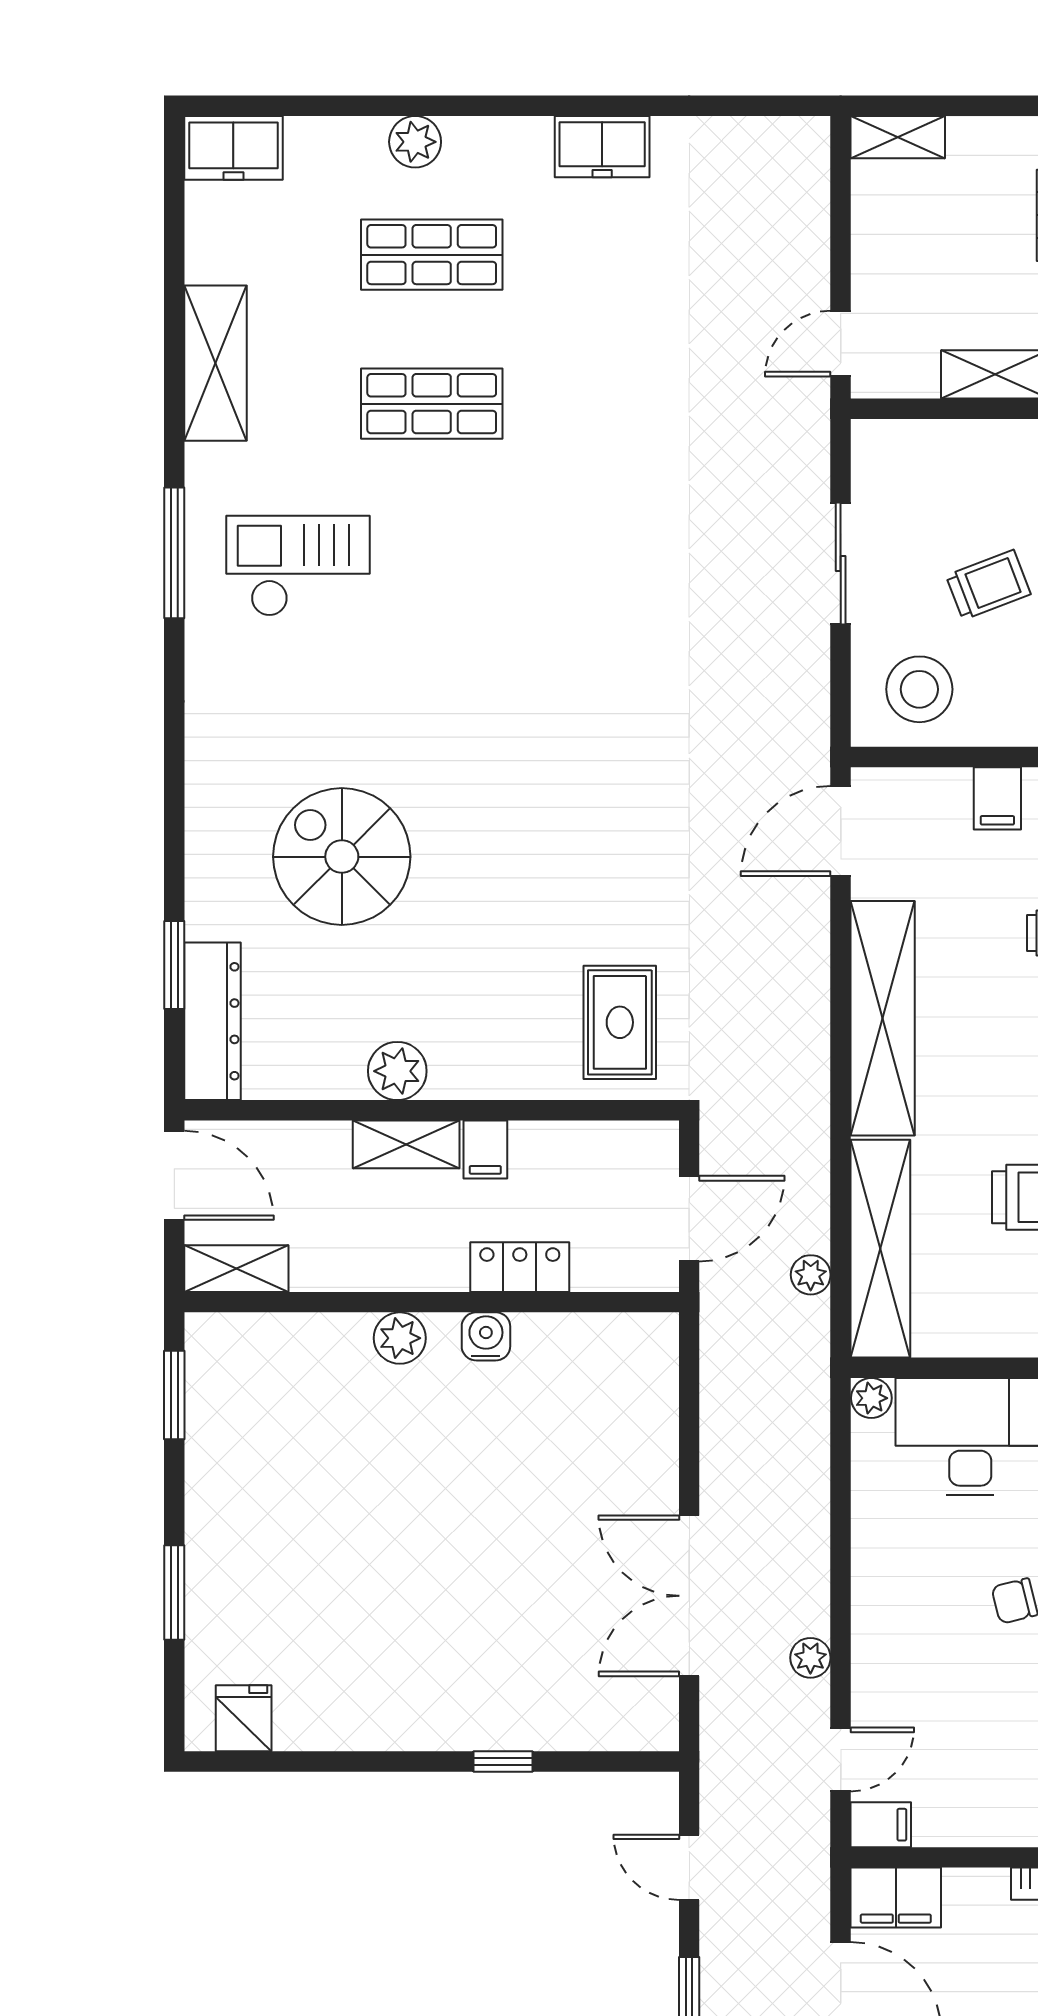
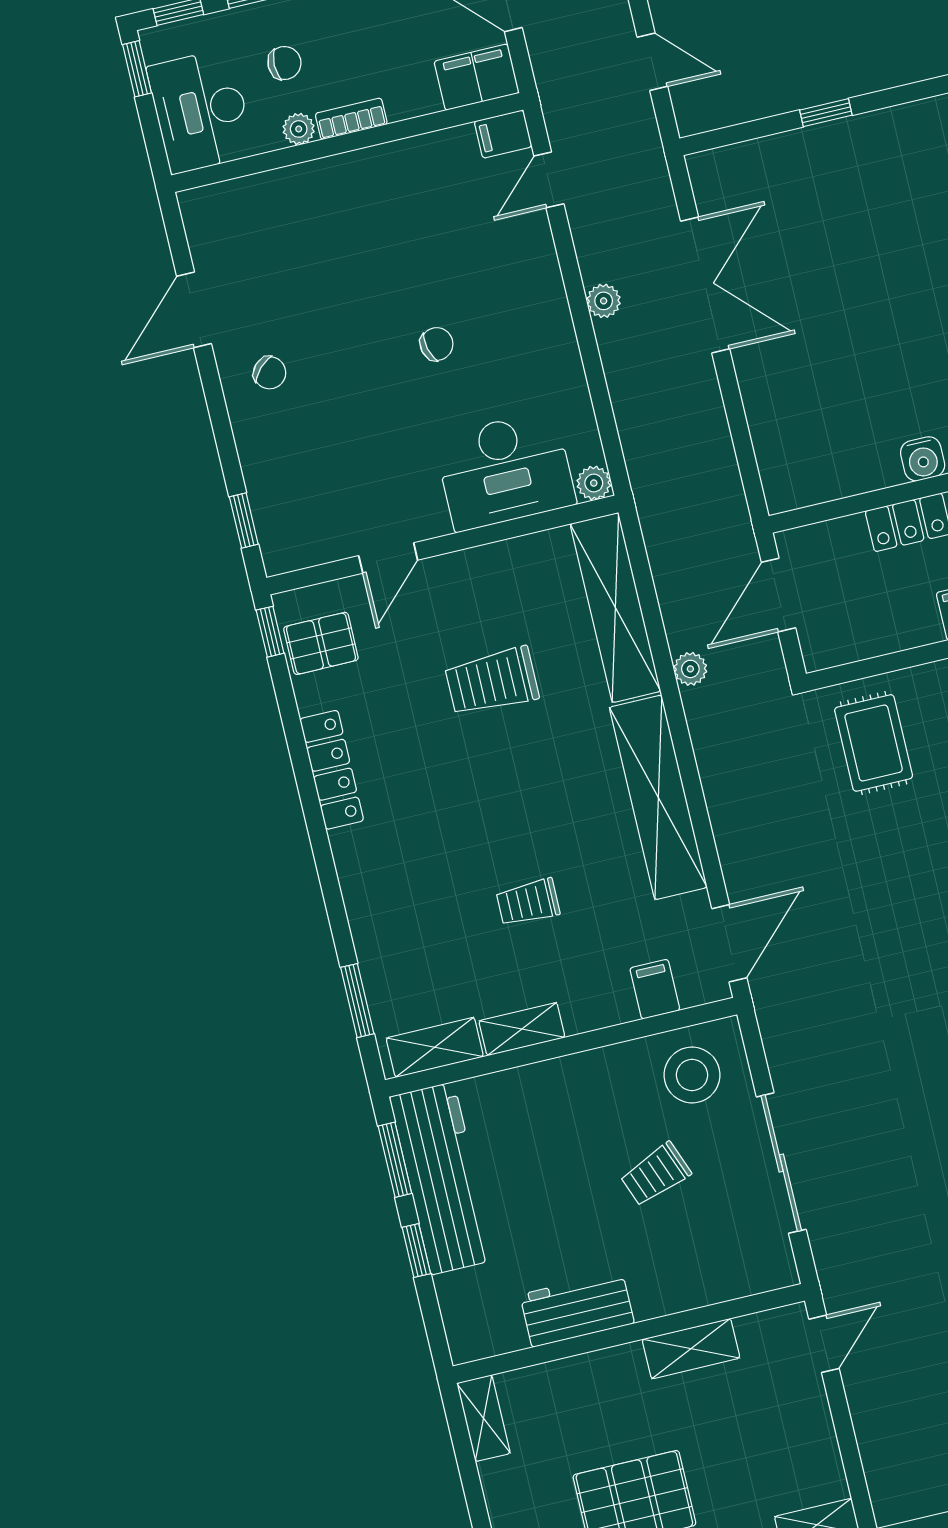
sliding door: (841, 564) -> (781, 1163), width x1.37
filing cabinet: (997, 798) -> (655, 989), moved
plant: (811, 1275) -> (690, 669), moved
plant: (810, 1658) -> (604, 301), moved

